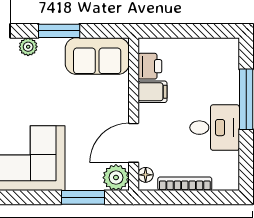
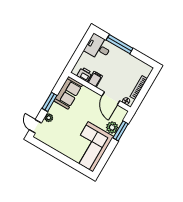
desk: (215, 128) -> (98, 47), moved, turned -90
plant: (116, 178) -> (112, 127), moved

